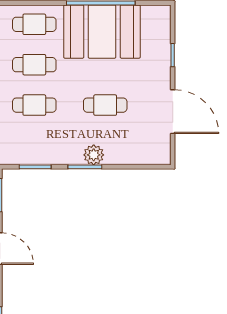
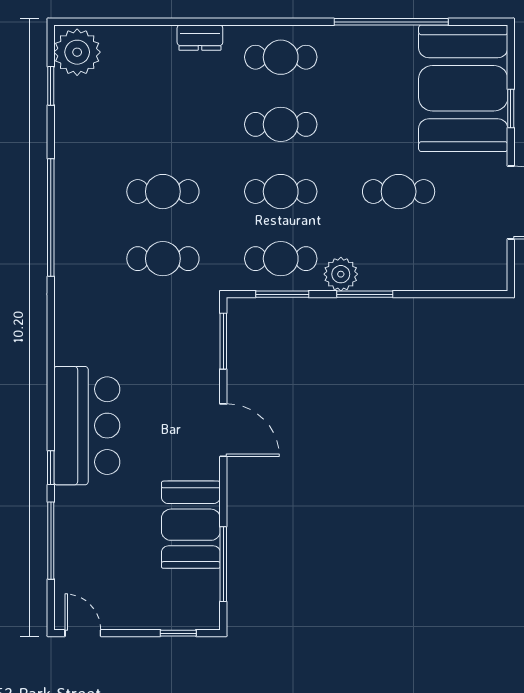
booth: (102, 32) -> (463, 88), moved, turned 90
cafe table: (34, 145) -> (281, 259), added
plant: (94, 155) -> (341, 274), moved

